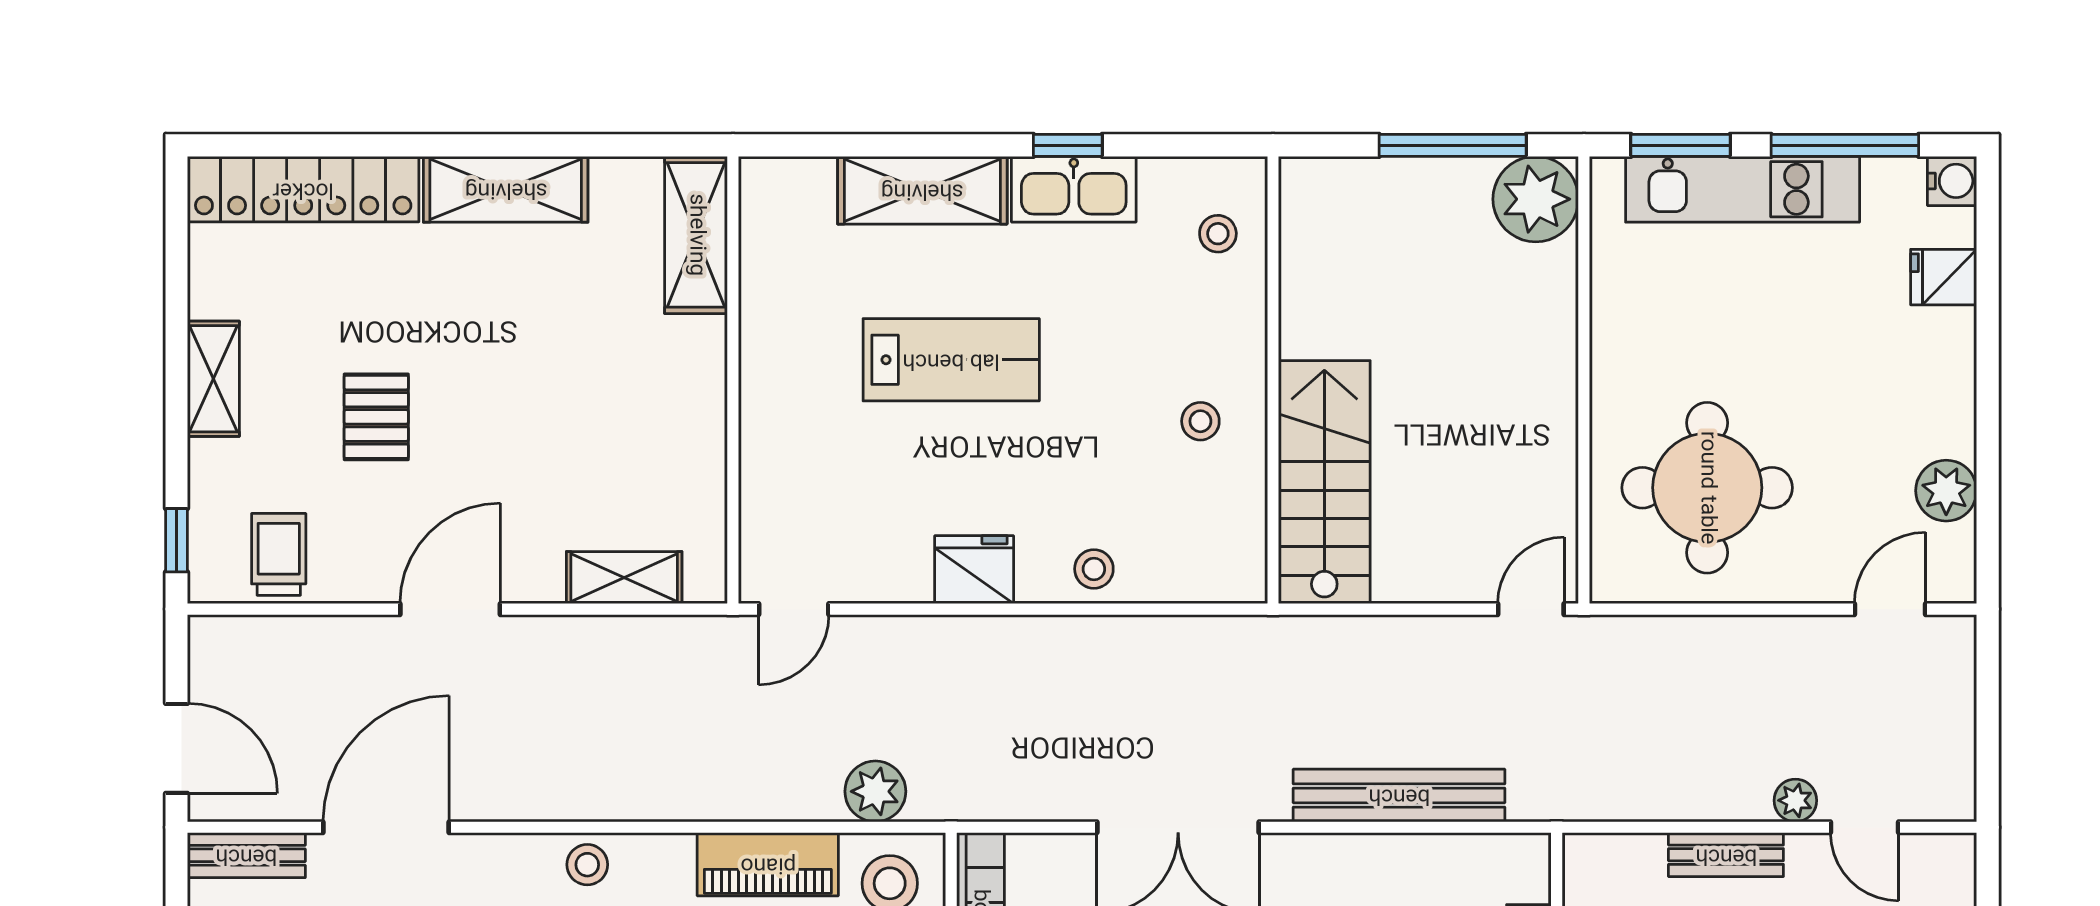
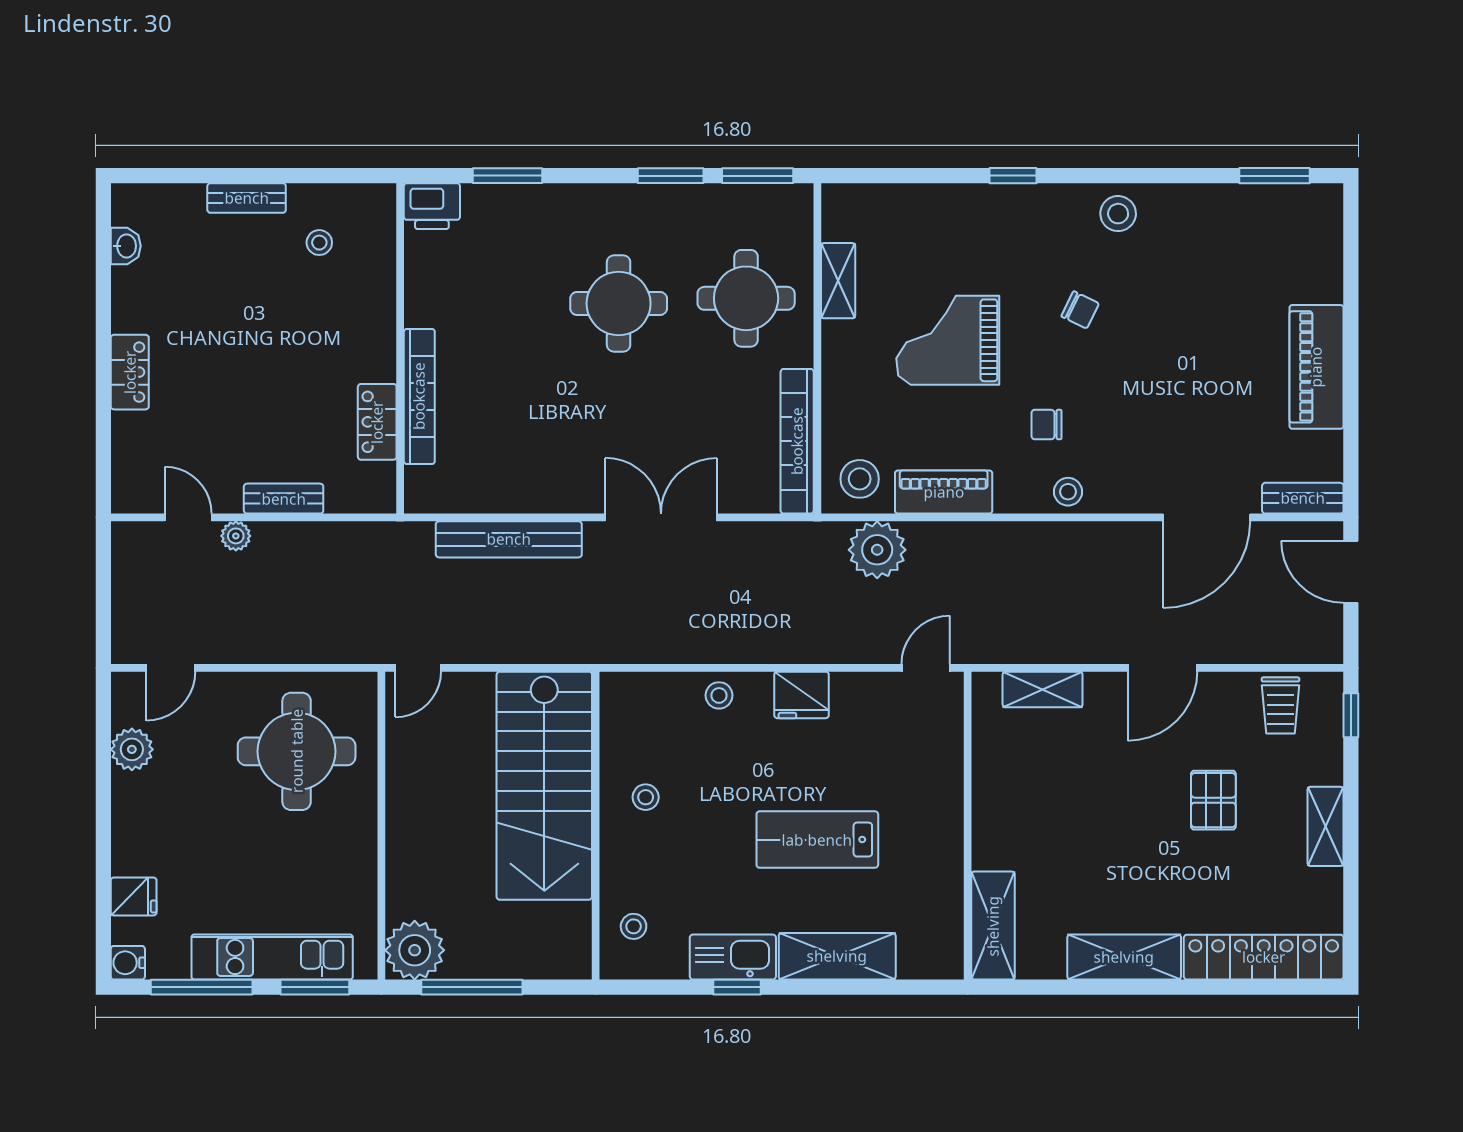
stairs: (1324, 482) -> (544, 786), width x1.36, depth x1.51
plant: (875, 791) -> (877, 550), width x1.36, depth x1.36

